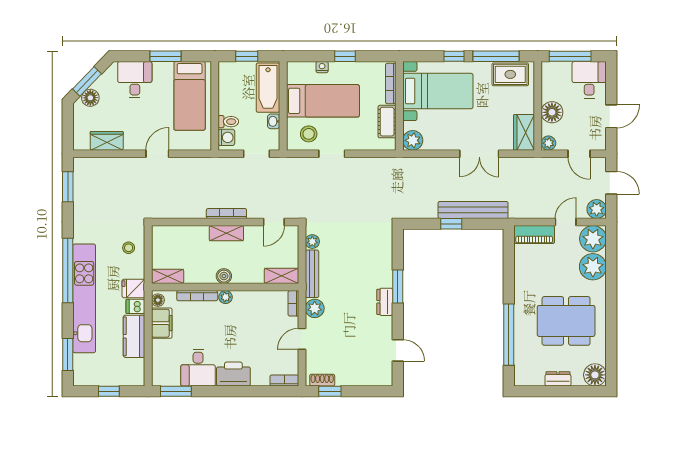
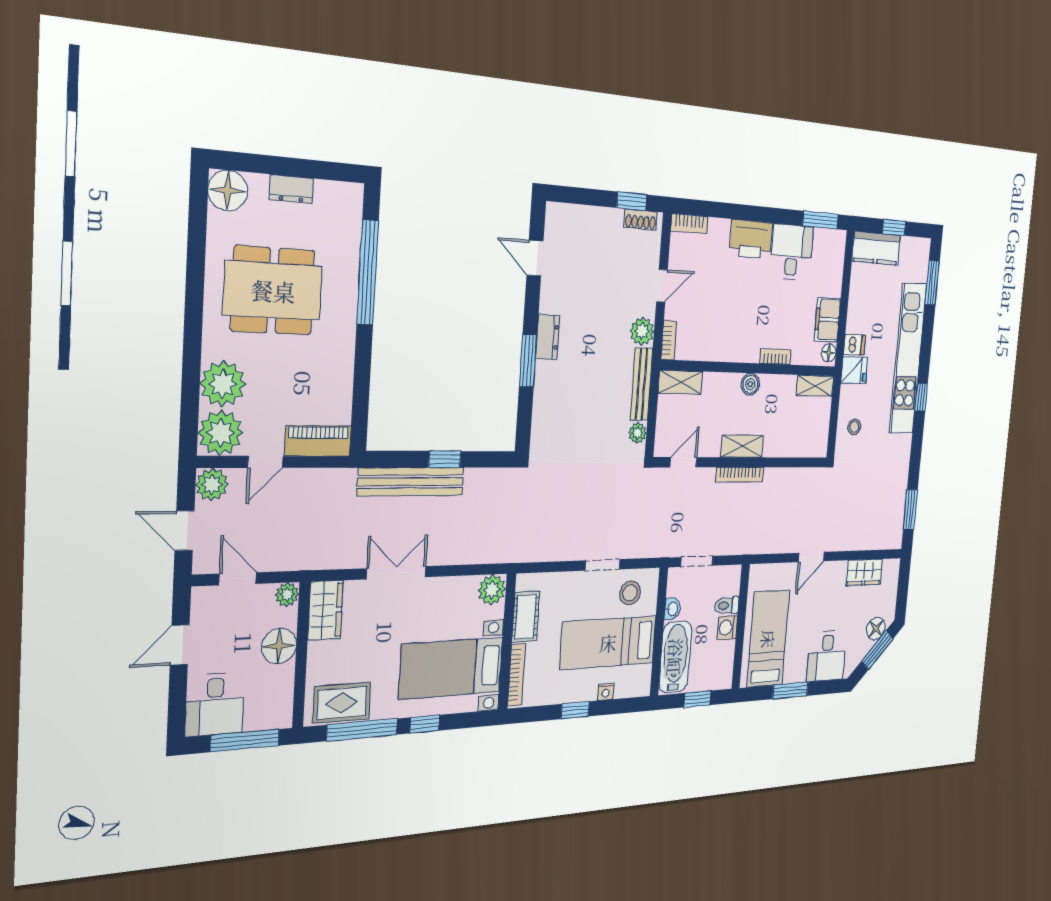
washing machine: (226, 137) -> (727, 628), moved
window: (68, 271) -> (921, 397), width x0.32
bookcase: (197, 296) -> (775, 357), width x0.64
plant: (226, 297) -> (751, 353), removed
kitchen counter: (134, 336) -> (876, 248), moved, turned 90

